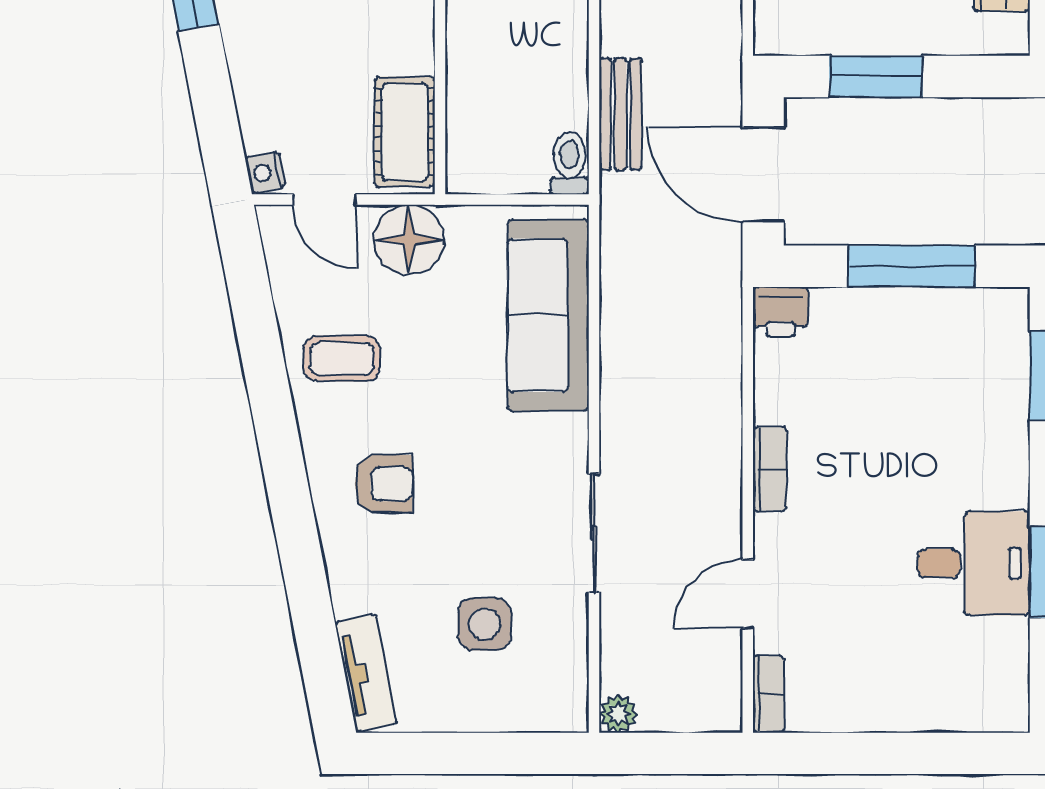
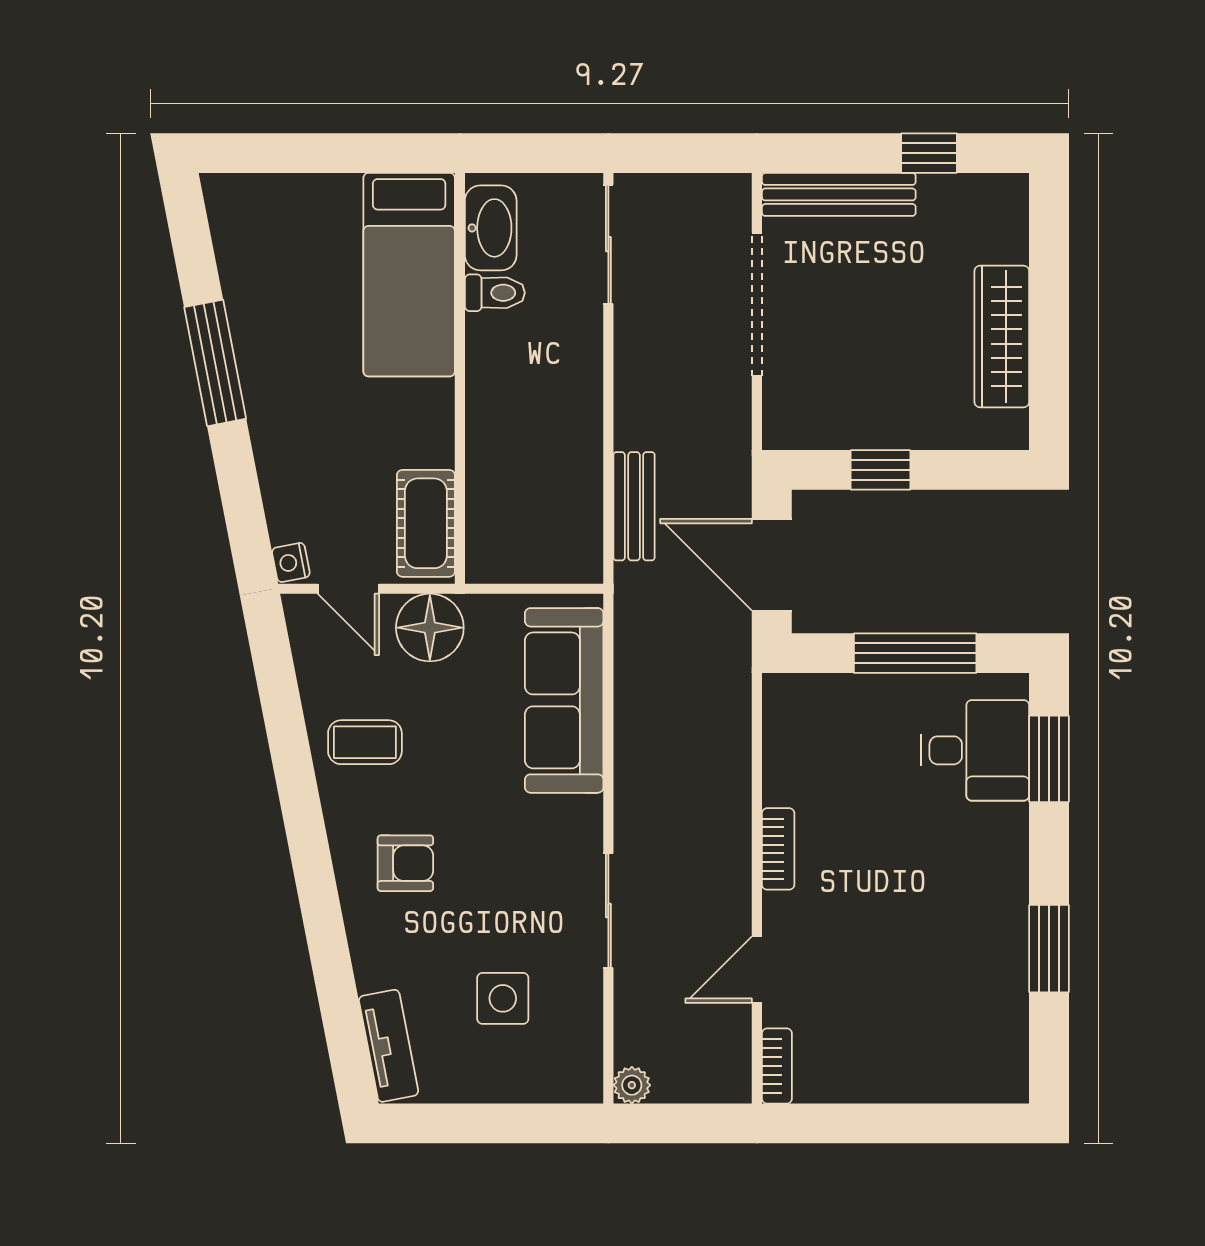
window: (876, 76) -> (880, 470), width x0.67
toilet: (570, 163) -> (585, 554), removed
printer: (780, 312) -> (788, 697), removed
desk: (974, 563) -> (975, 750), moved

